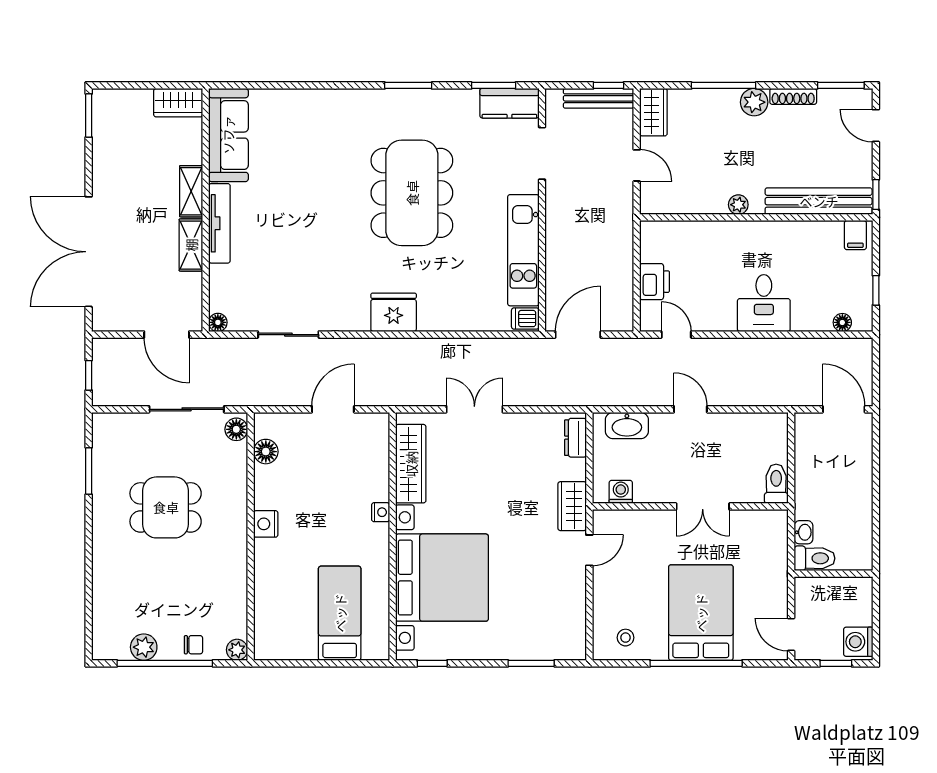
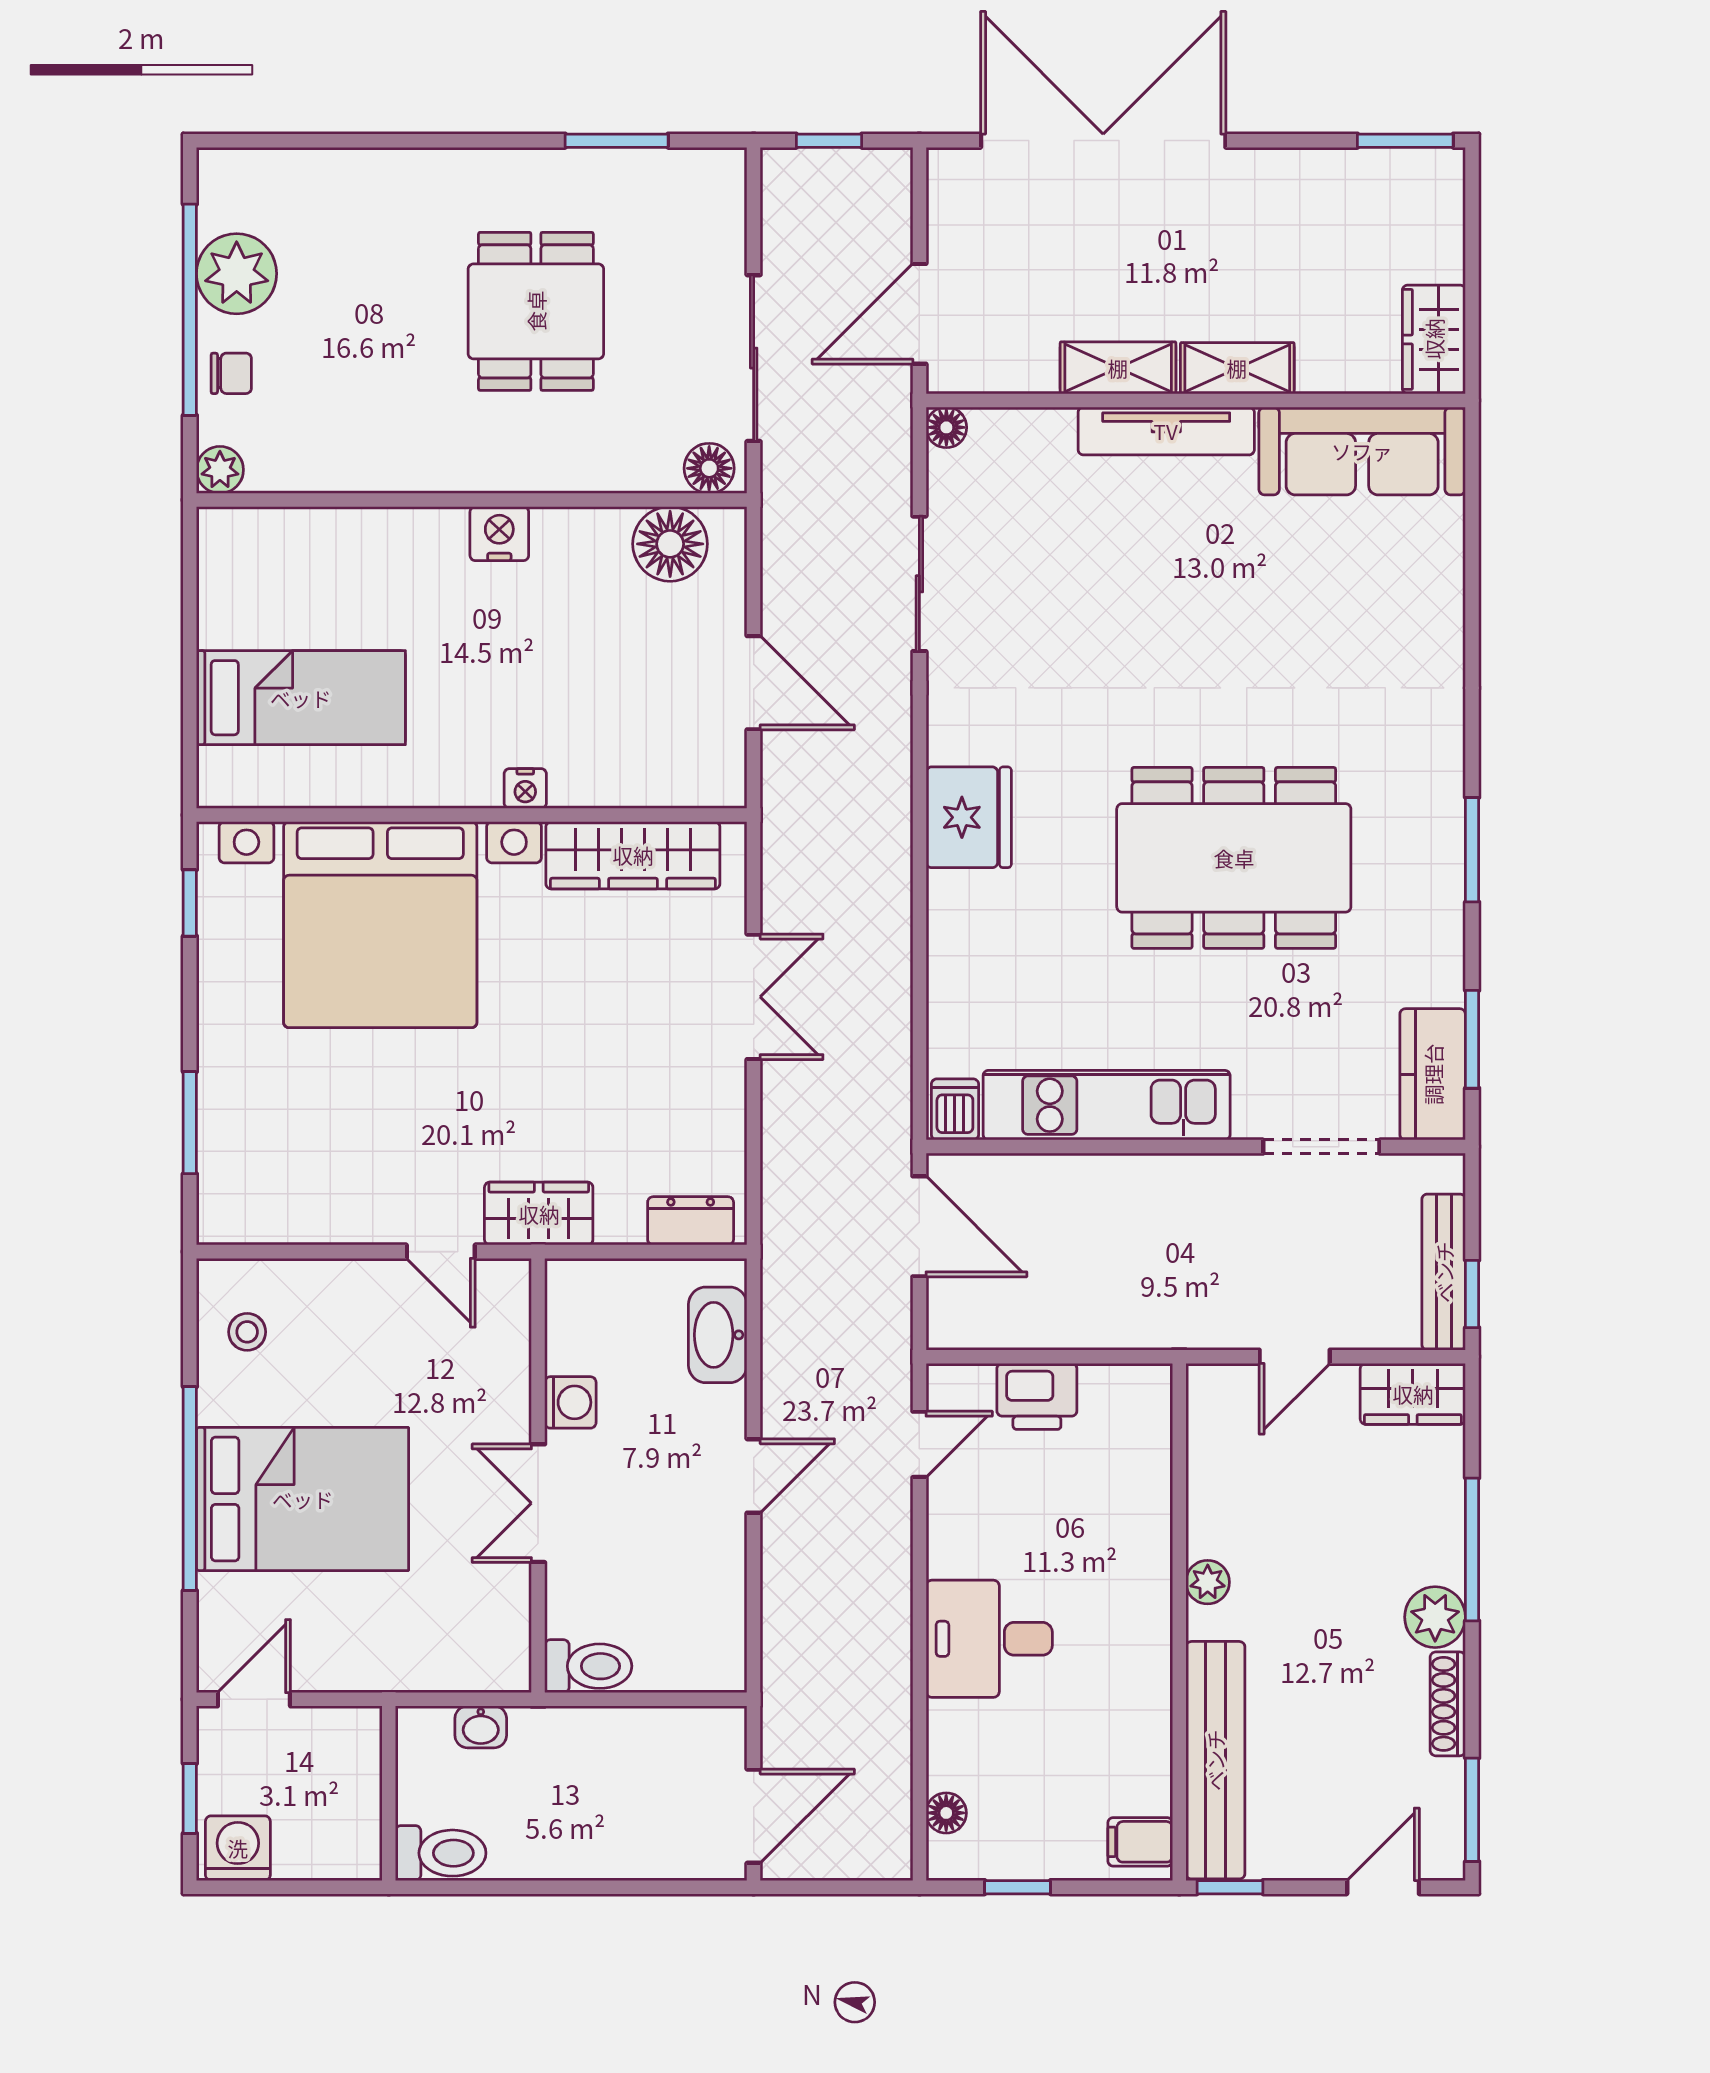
floor lamp: (266, 452) -> (670, 544), width x1.38, depth x1.38
washing machine: (621, 492) -> (570, 1402), moved
toilet: (815, 558) -> (441, 1853), moved, turned -90
chair: (193, 645) -> (231, 373), turned -90
plant: (144, 647) -> (237, 274), width x1.36, depth x1.36

